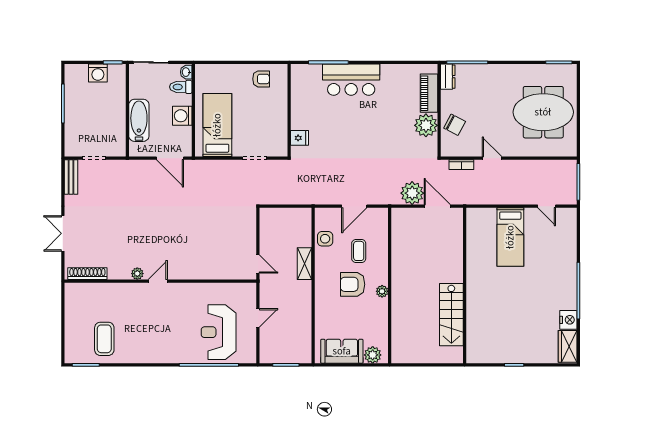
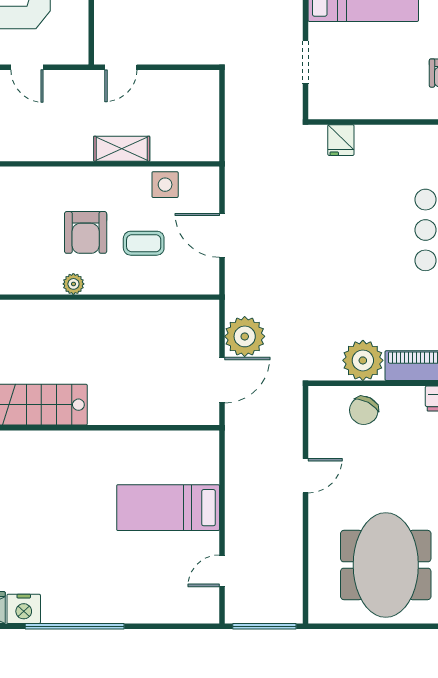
bookcase: (461, 165) -> (294, 422), removed
armchair: (353, 284) -> (86, 232), turned 180

